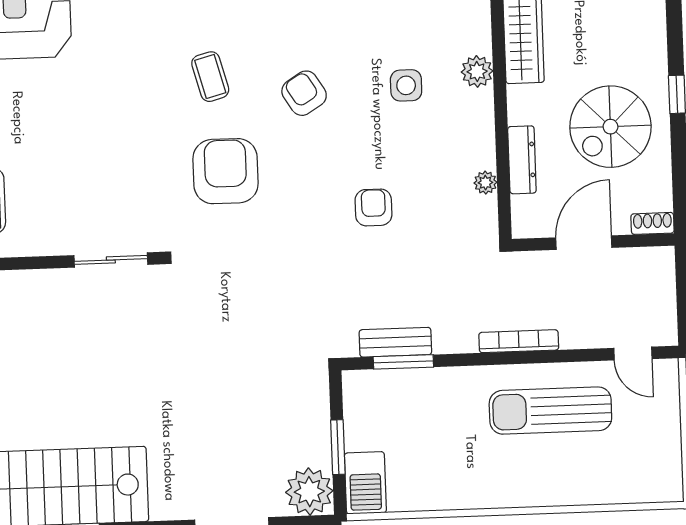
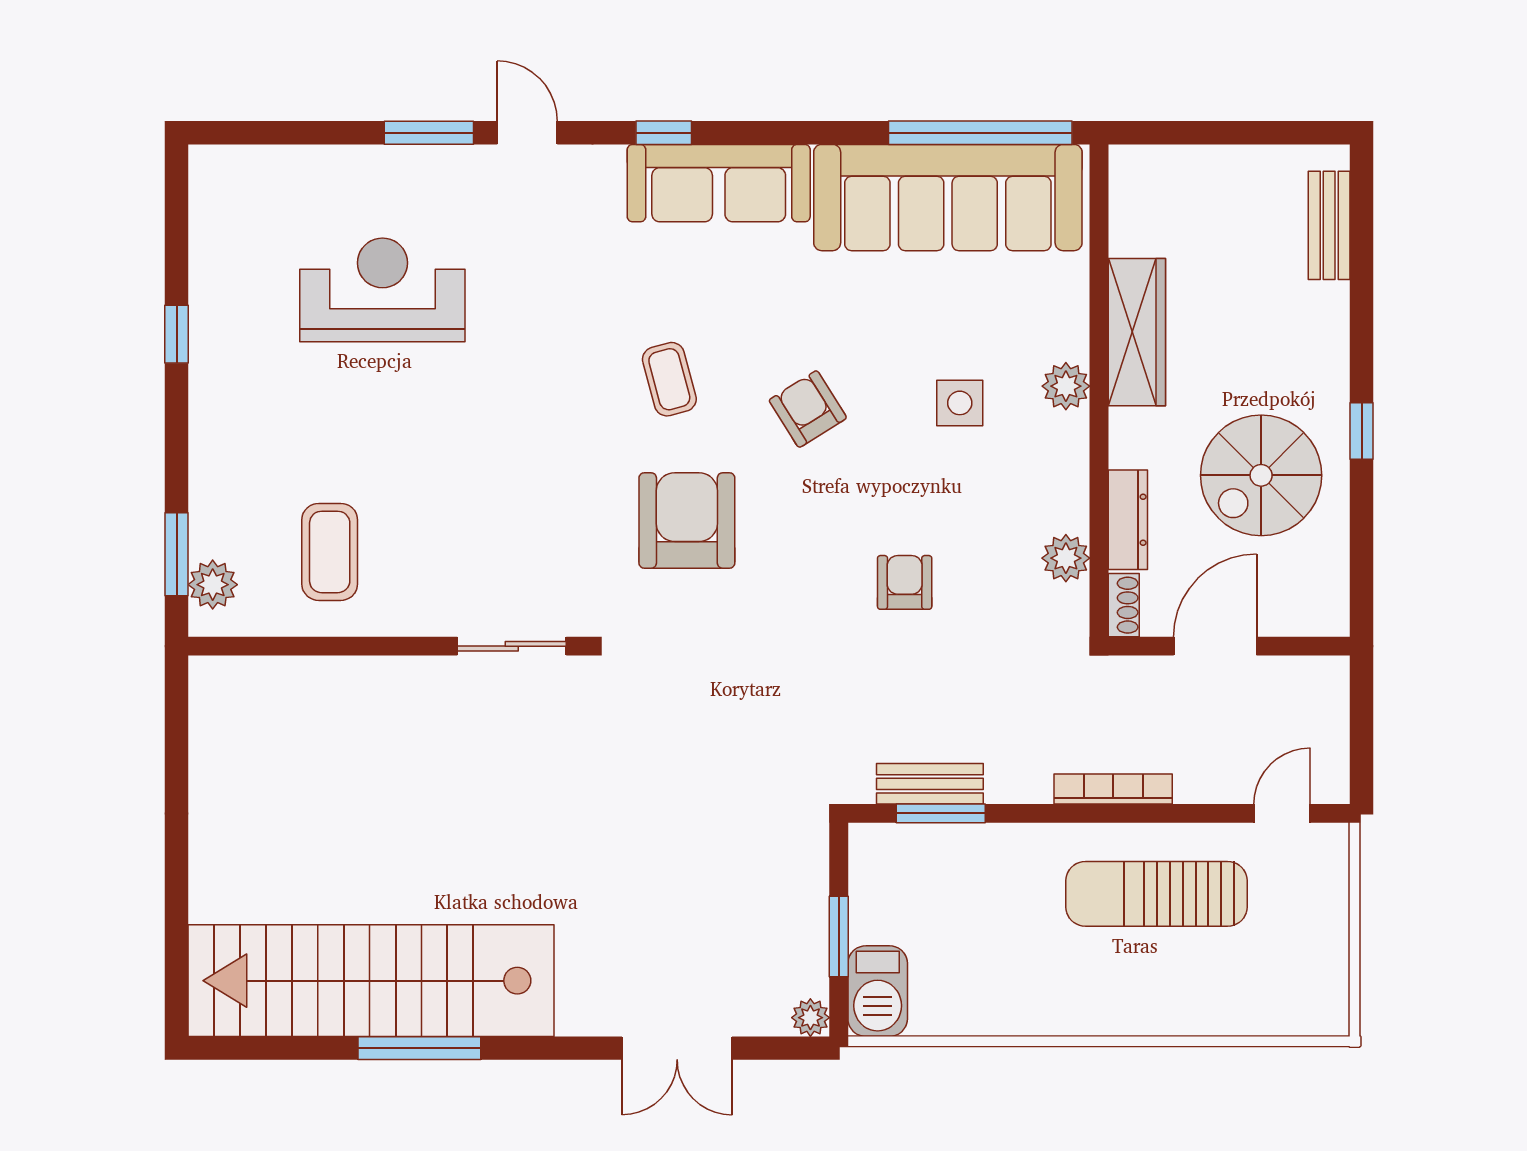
plant: (485, 183) -> (1066, 558), width x1.38, depth x1.38
shoe rack: (652, 223) -> (1124, 605), moved, turned 90
door: (633, 353) -> (1282, 813), swing flipped
plant: (309, 492) -> (810, 1018), width x0.53, depth x0.53

